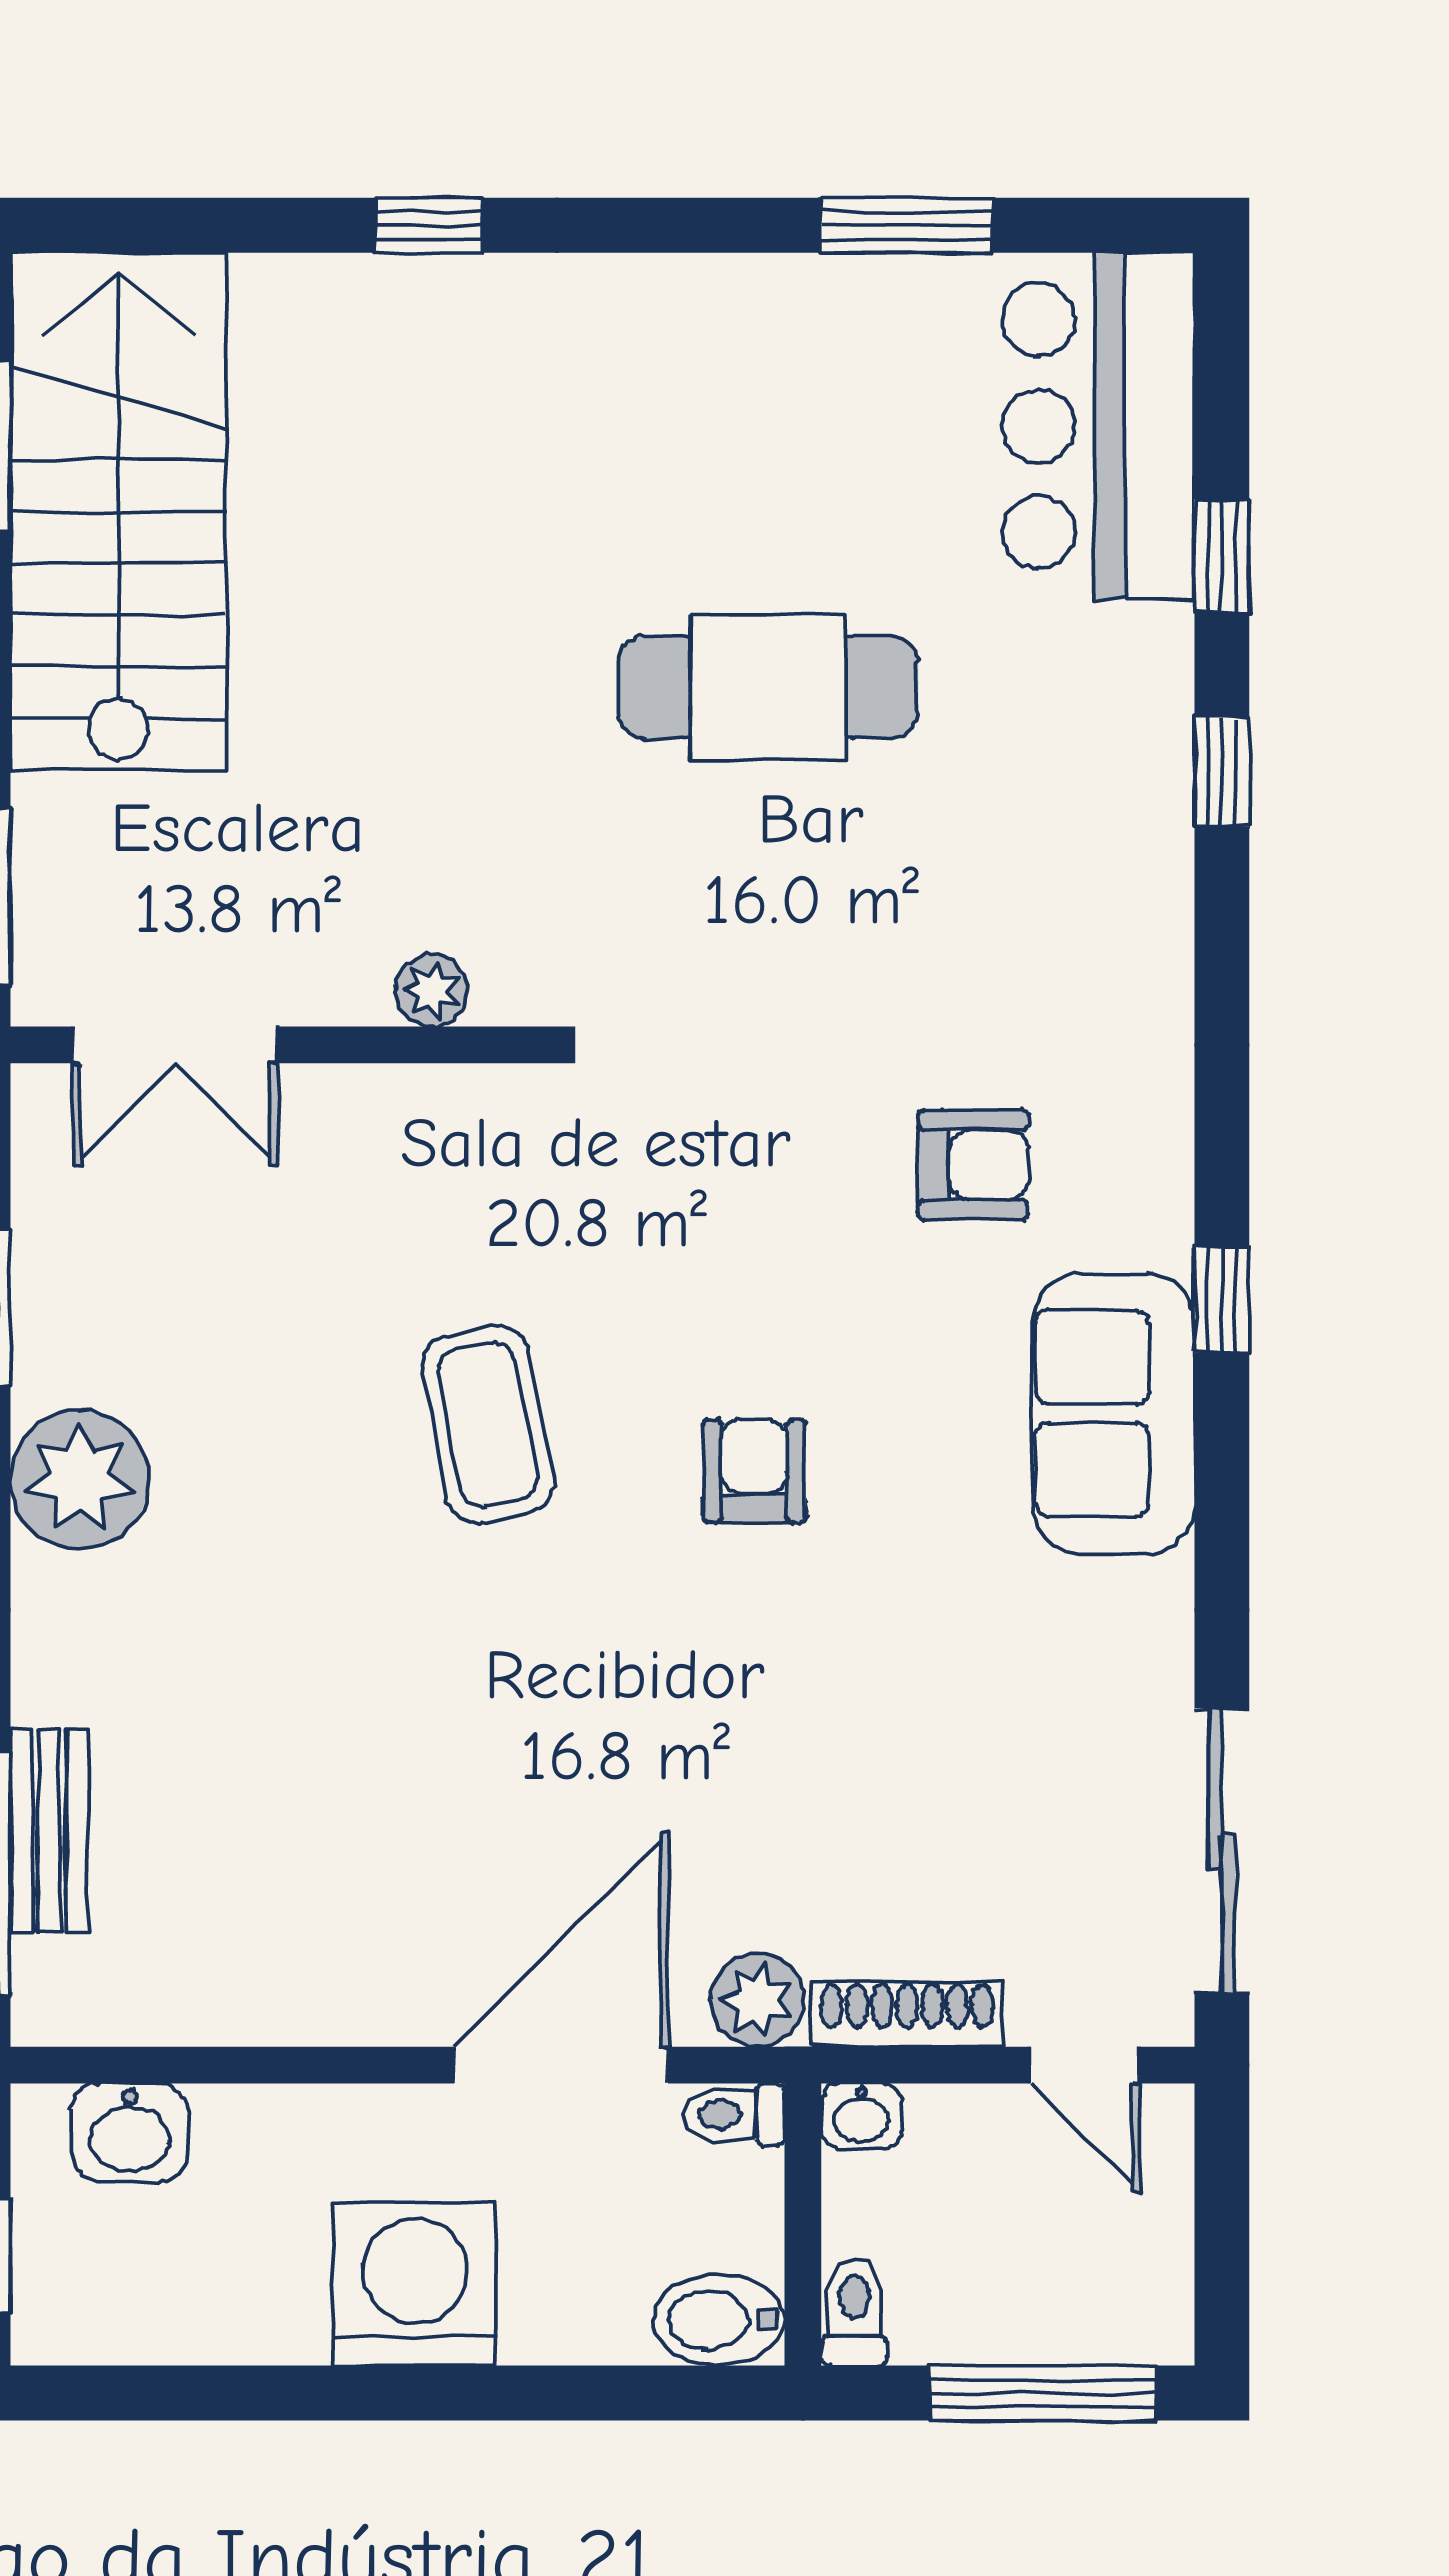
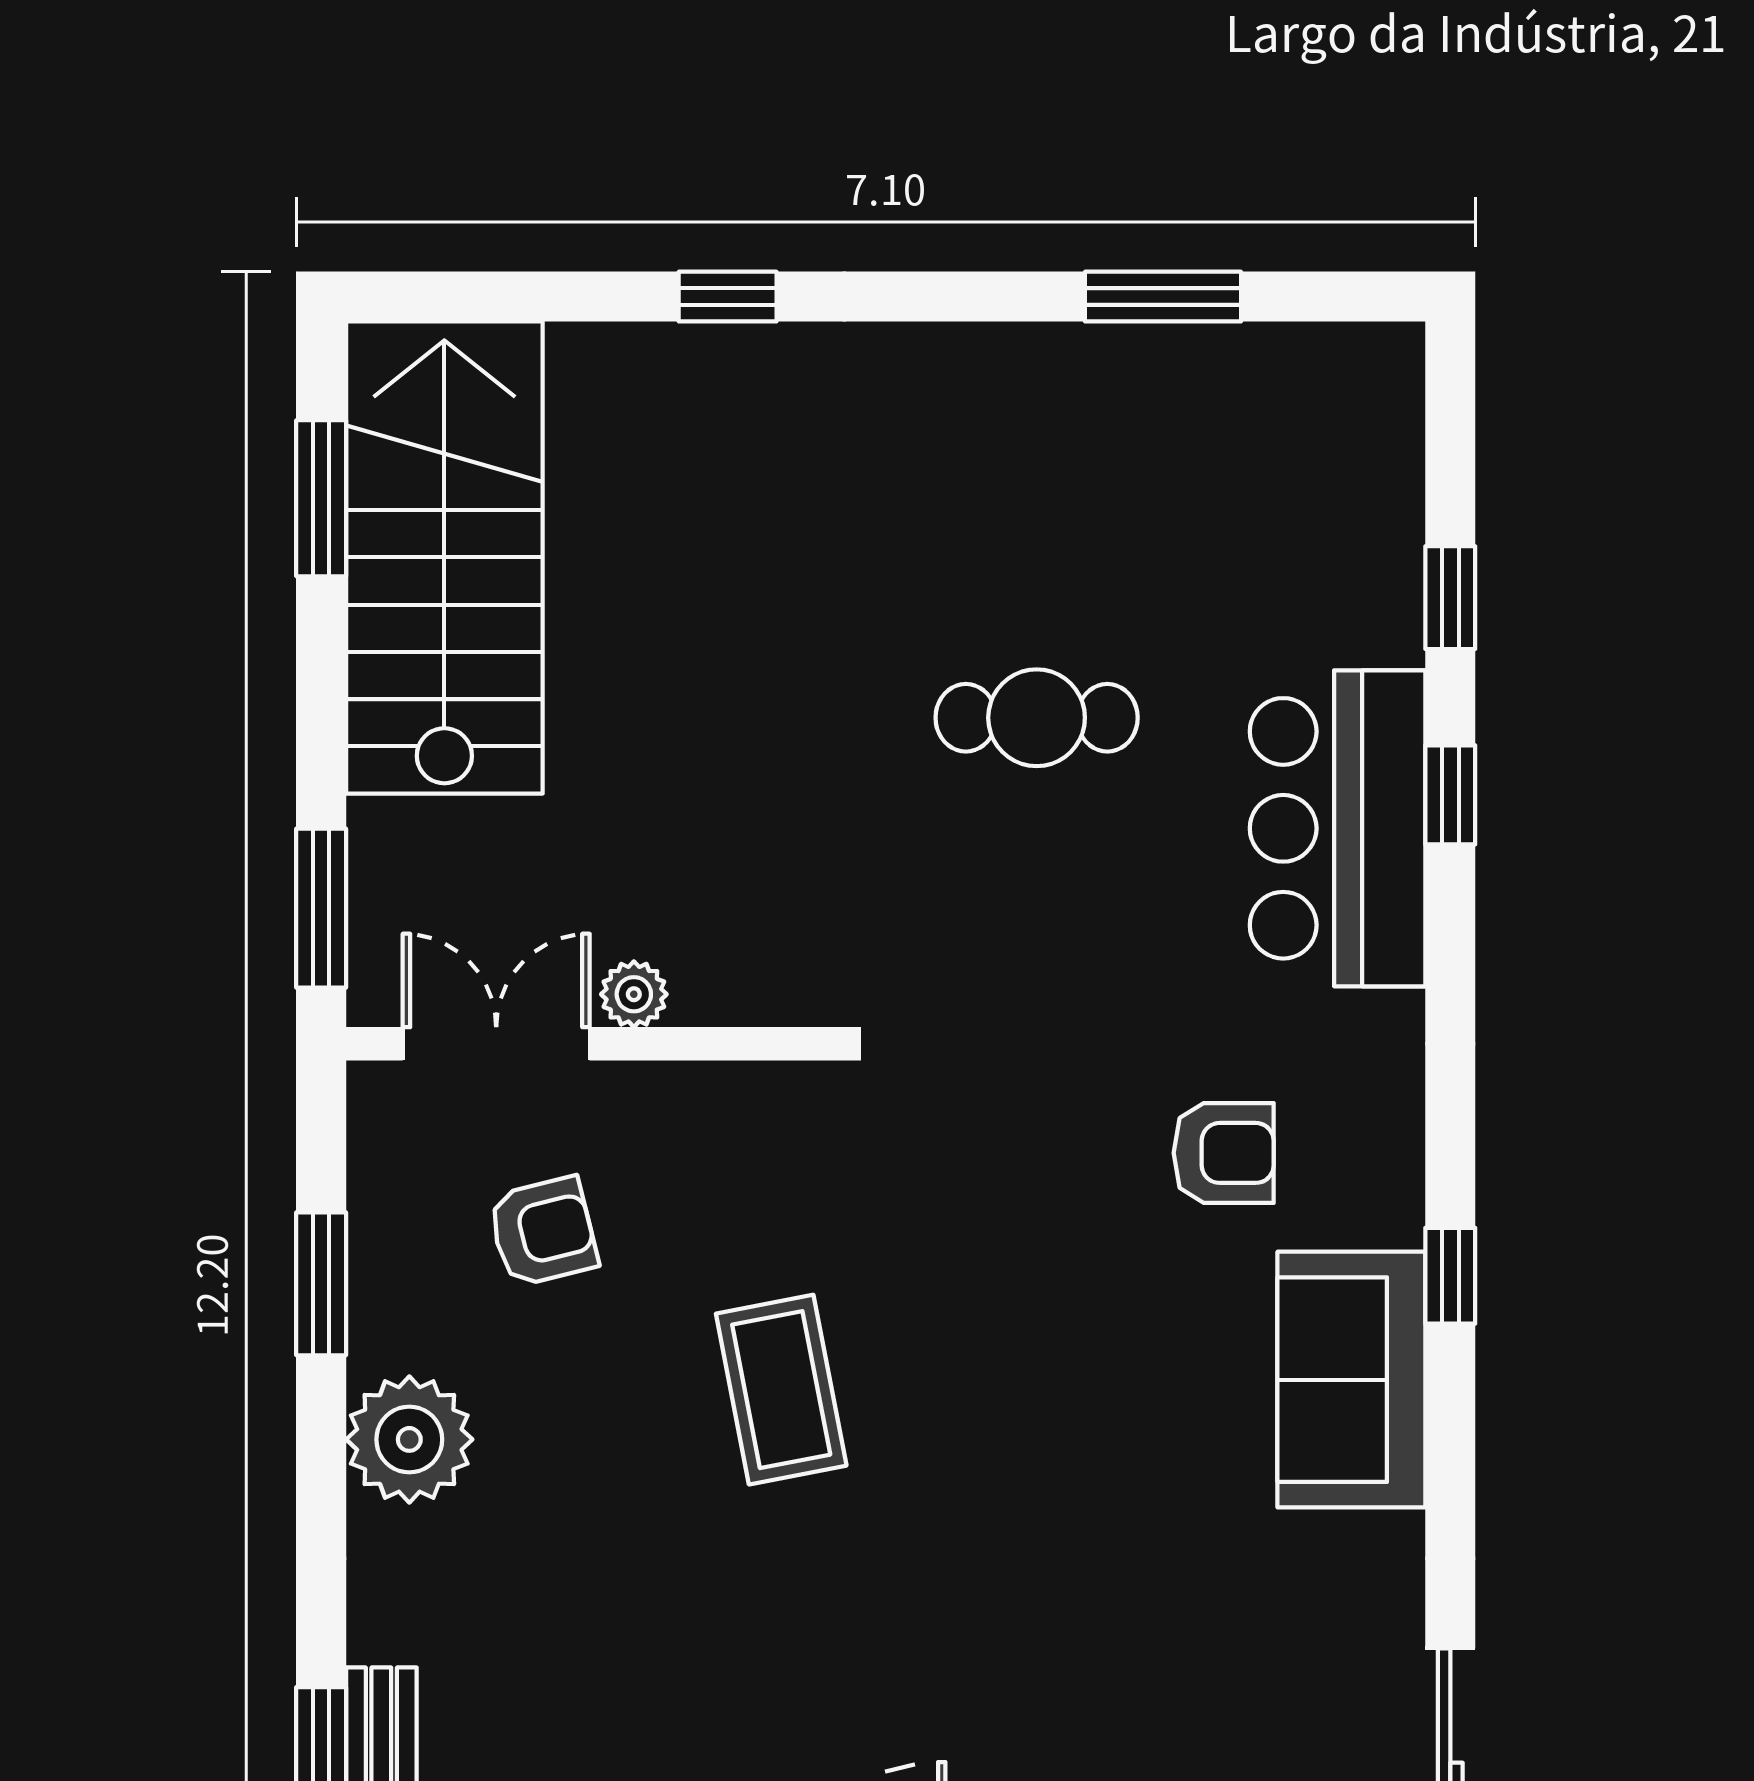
bar counter: (1098, 426) -> (1338, 828), moved
cafe table: (768, 687) -> (1037, 718), width x0.73, depth x0.74
plant: (432, 991) -> (634, 994), moved
double door: (175, 1045) -> (496, 1044), swing flipped
armchair: (754, 1471) -> (543, 1232), moved, turned 76

